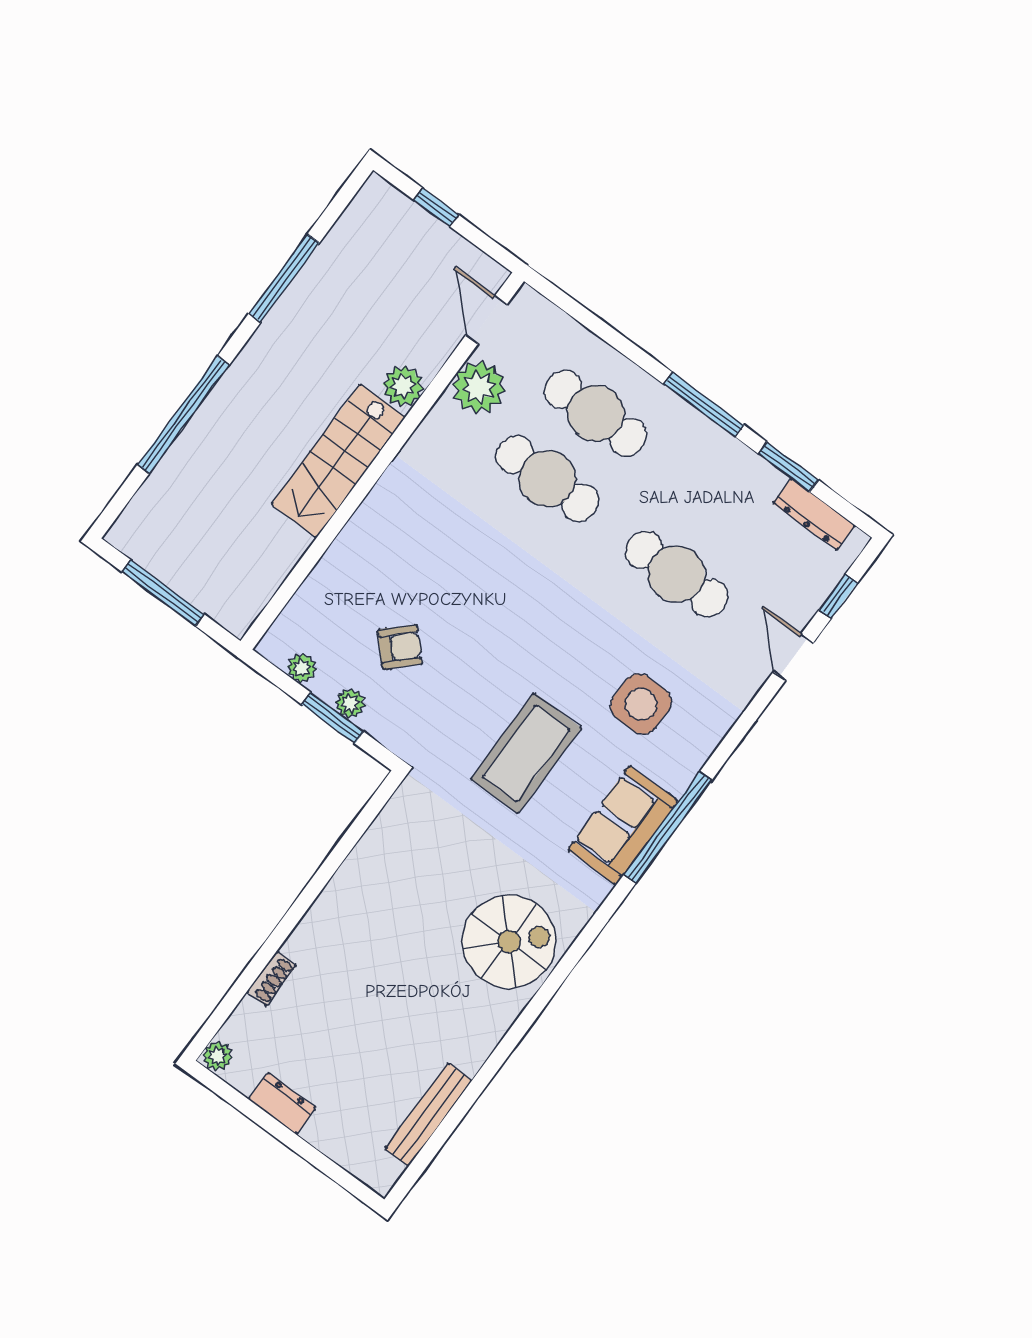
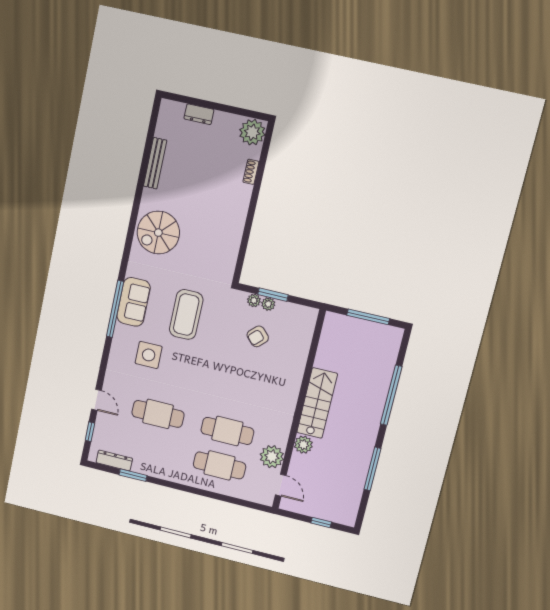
window: (704, 405) -> (178, 486), removed
plant: (302, 668) -> (254, 300), moved
plant: (217, 1056) -> (252, 132), width x1.88, depth x1.88
dresser: (282, 1103) -> (199, 114), moved
bench: (428, 1115) -> (155, 163), moved

